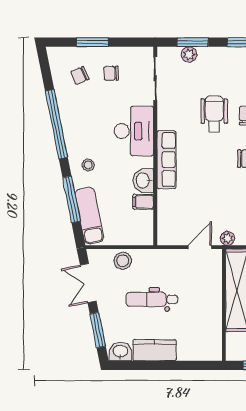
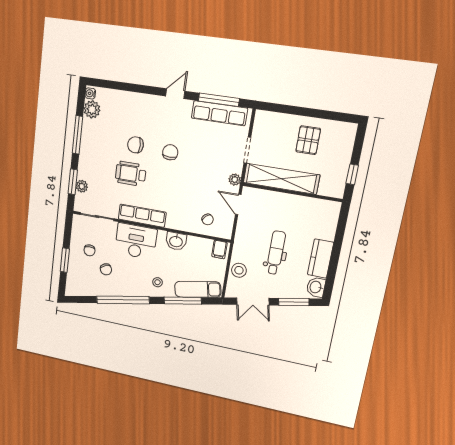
chair: (80, 75) -> (106, 269), moved
row of seats: (166, 160) -> (142, 216), moved
filing cabinet: (143, 202) -> (219, 249), moved
chair: (176, 214) -> (208, 219), added
dental chair: (152, 299) -> (276, 253), turned 180

